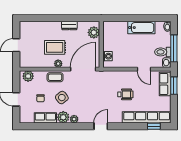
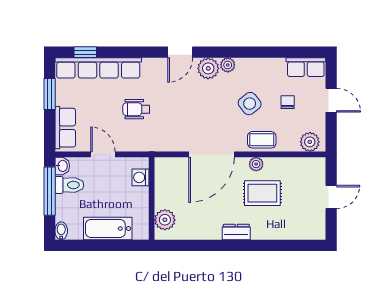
plant: (94, 32) -> (165, 220), moved
wall: (101, 44) -> (152, 198), moved
washing machine: (107, 56) -> (140, 177), moved
window: (174, 86) -> (50, 94), moved
plant: (63, 117) -> (208, 68), moved
row of seats: (45, 118) -> (306, 67), moved

